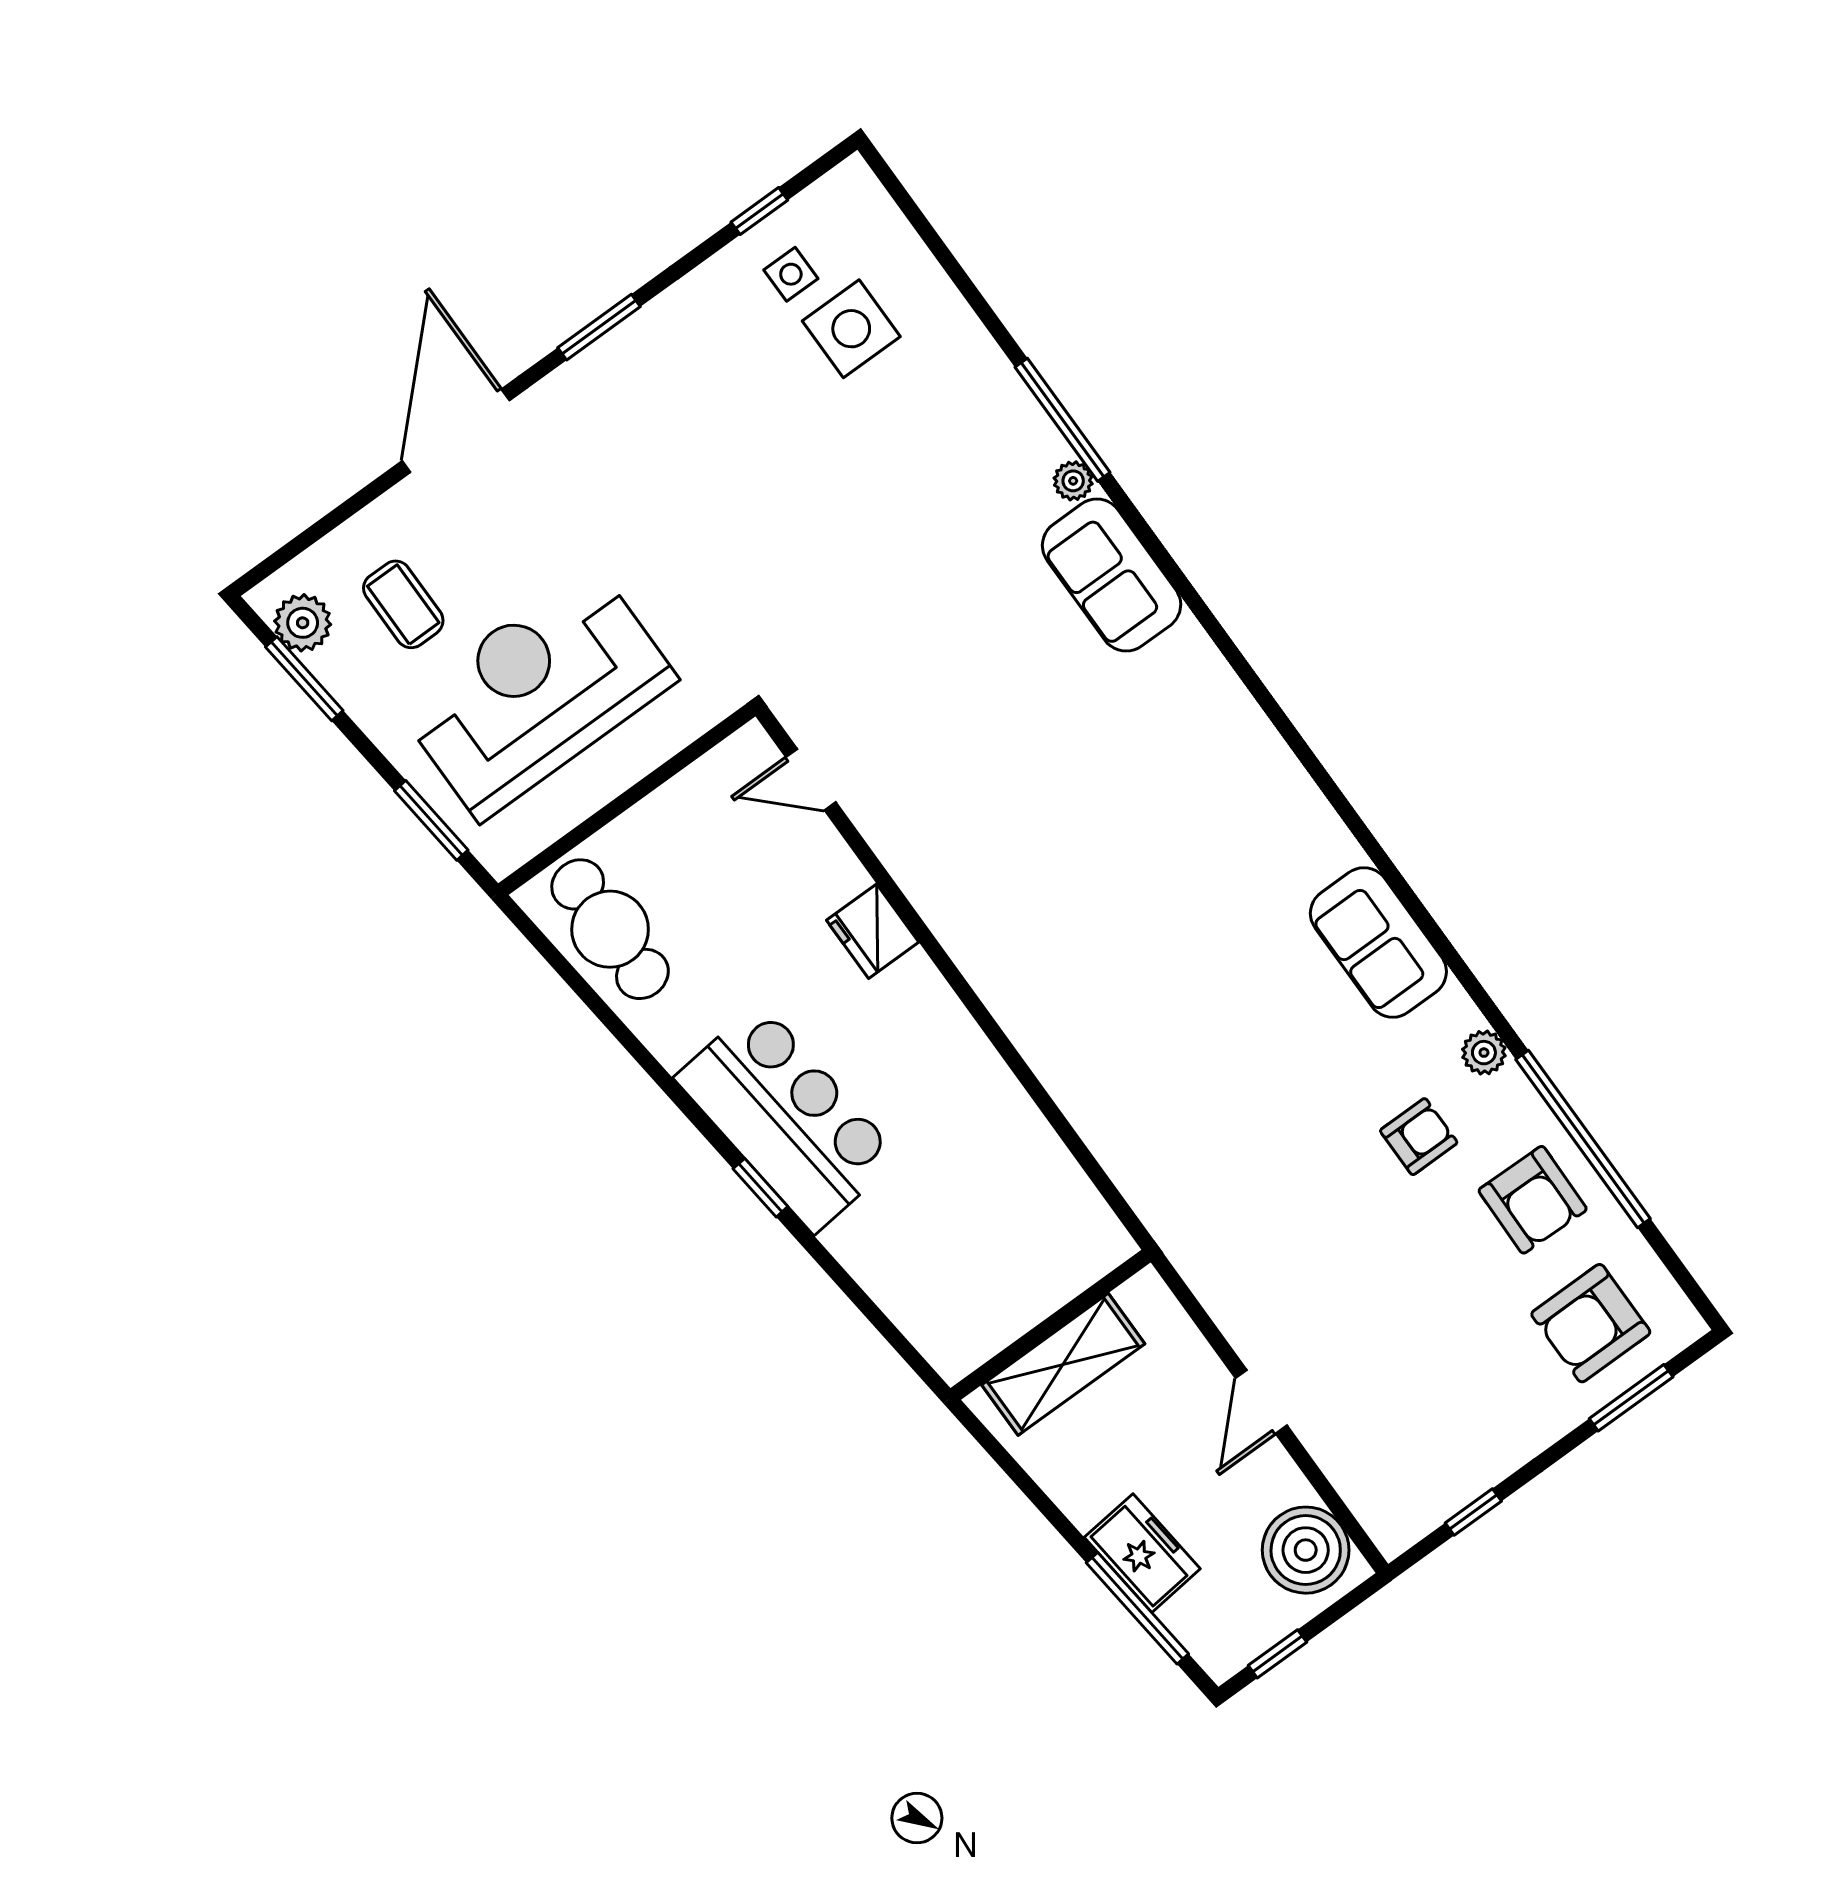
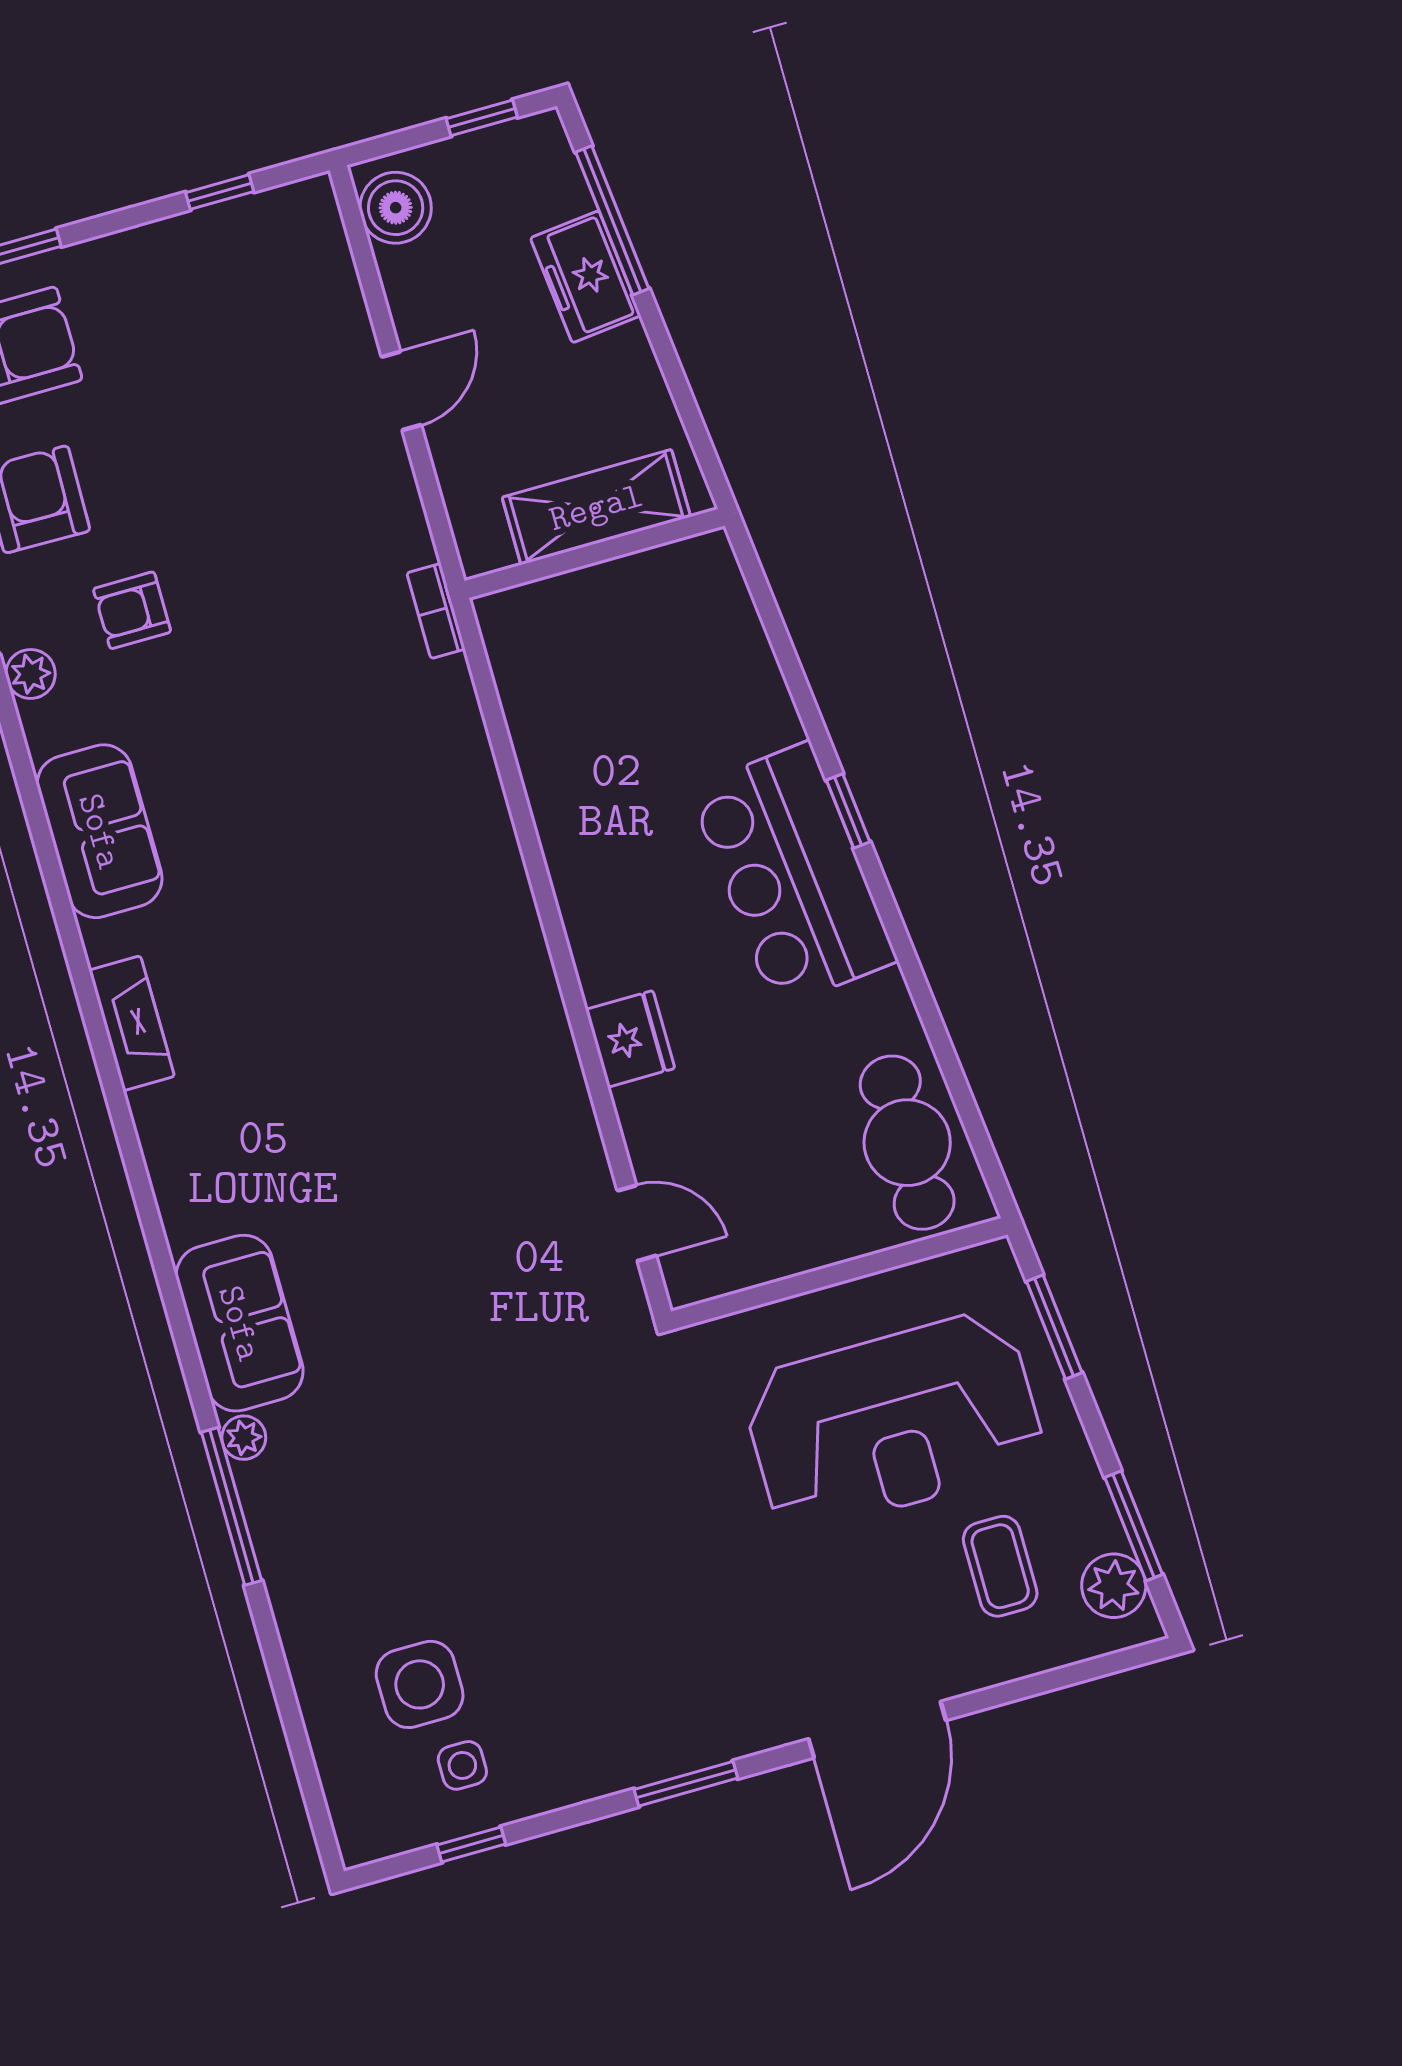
fireplace: (1293, 792) -> (132, 1023), added
bookcase: (1165, 1229) -> (436, 611), added
boiler: (1306, 1550) -> (396, 208), width x0.73, depth x0.73

